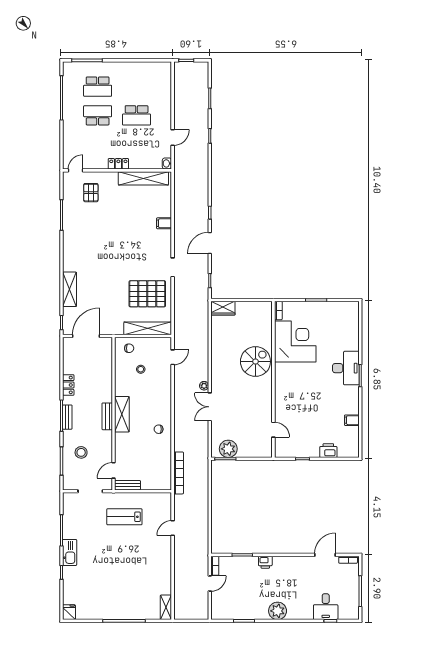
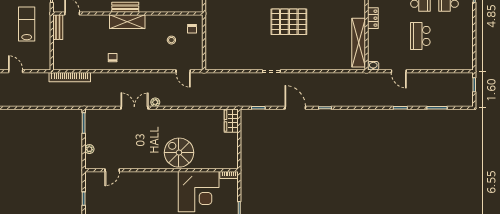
filing cabinet: (164, 223) -> (315, 63), removed
pallet: (147, 294) -> (289, 22), moved, turned 90
shelving: (148, 328) -> (211, 47), removed
spiral stairs: (255, 362) -> (179, 153), turned 180
plant: (228, 449) -> (89, 149), moved, width x0.53, depth x0.53

